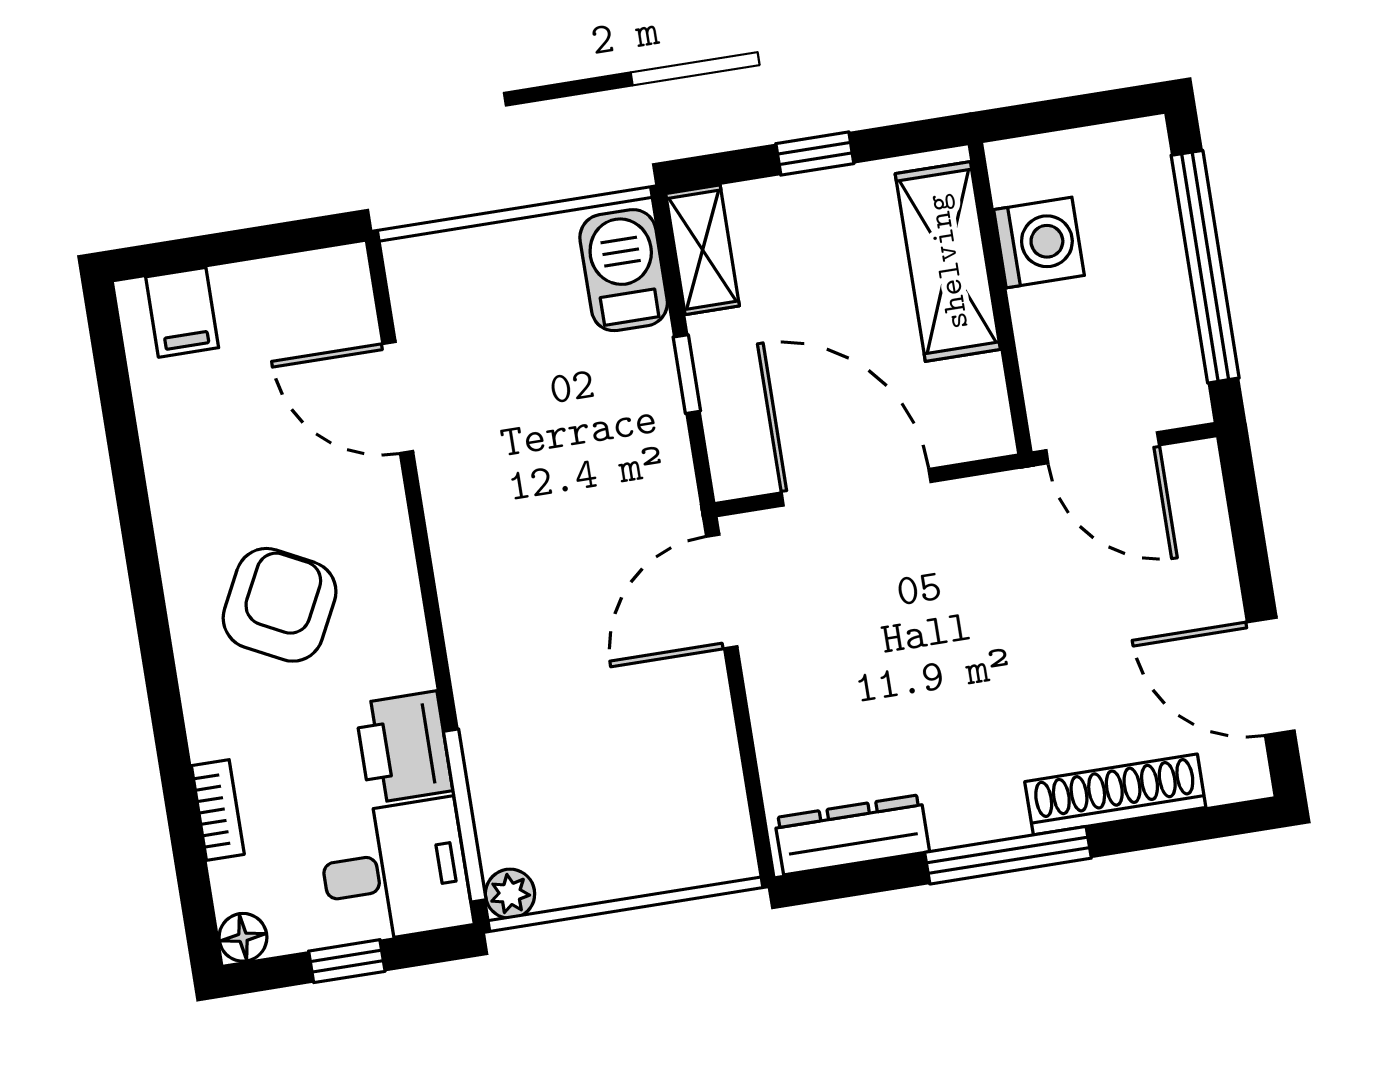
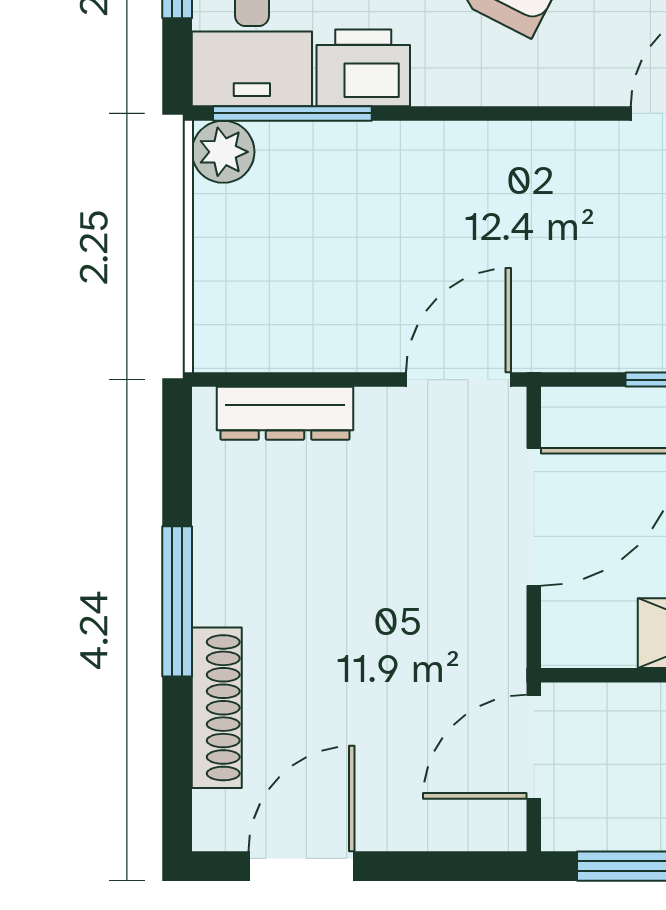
door: (722, 592) -> (459, 380), hinge flipped
dresser: (852, 835) -> (285, 413), moved, turned 90
plant: (510, 894) -> (223, 152), width x1.38, depth x1.38

